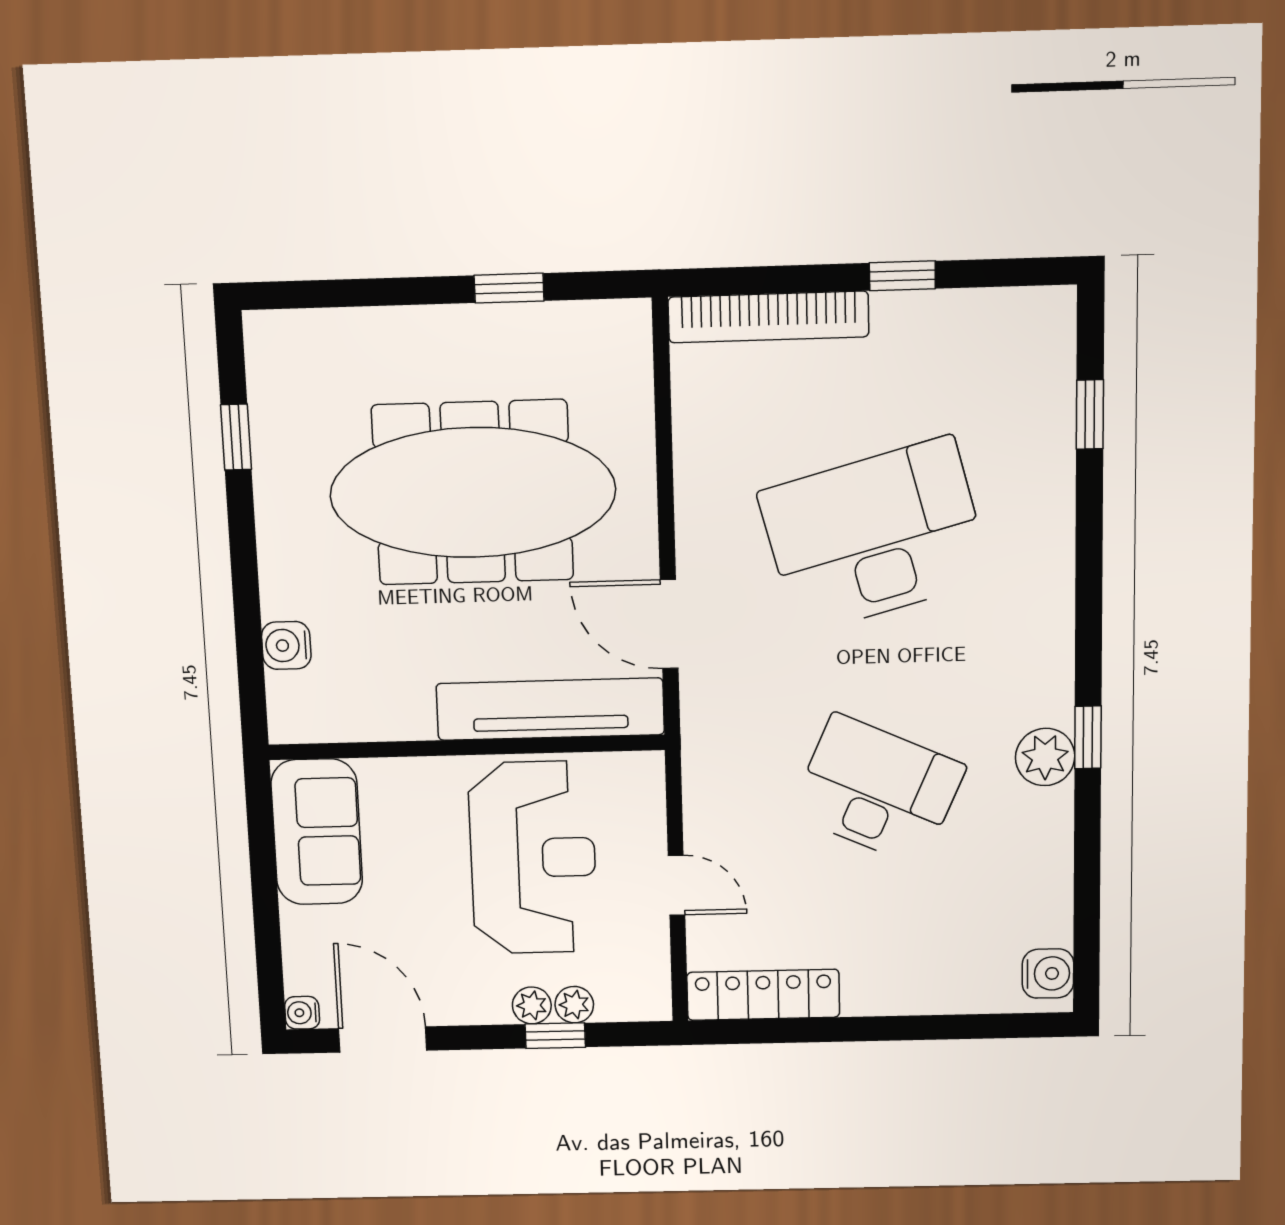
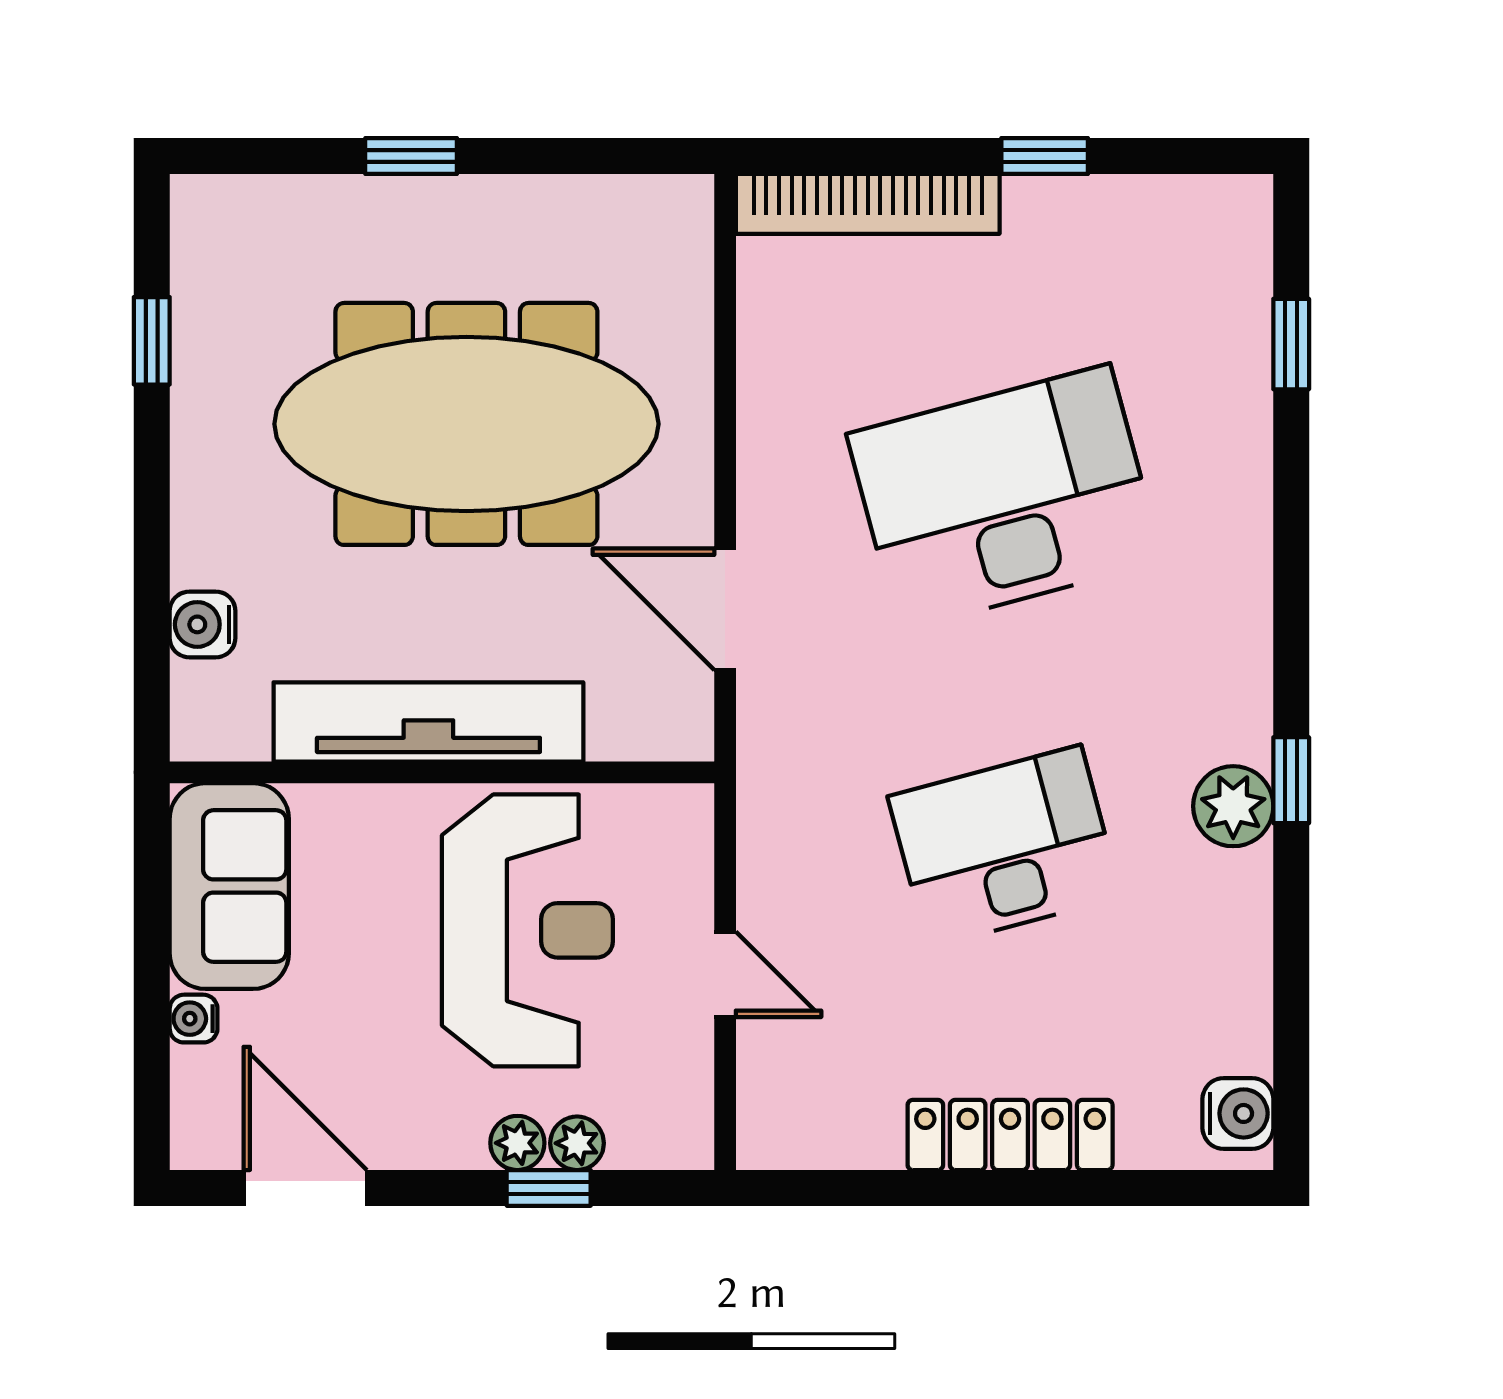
window: (509, 288) -> (411, 156), moved
tv unit: (550, 709) -> (428, 722), moved
desk: (878, 790) -> (1005, 847), turned -39
locker: (763, 995) -> (1010, 1135), moved
water cooler: (302, 1013) -> (194, 1019), moved

